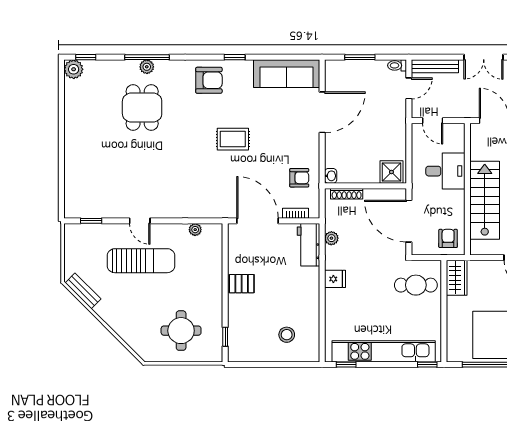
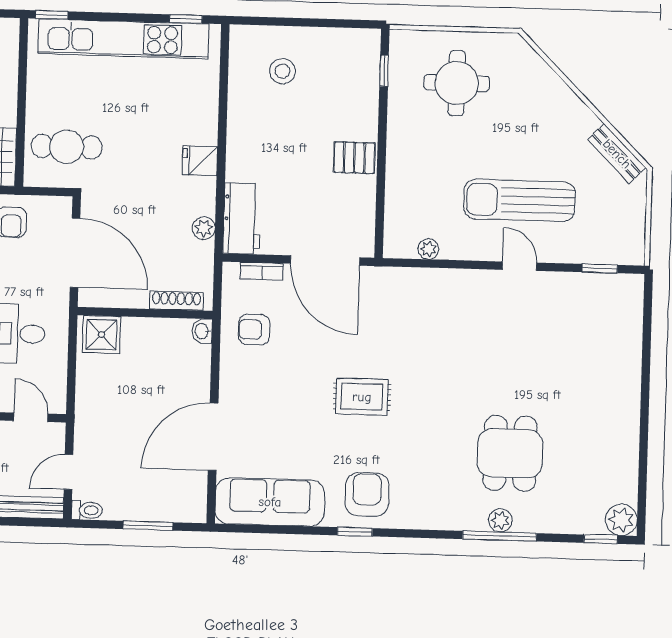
armchair: (209, 80) -> (367, 494), moved, turned 90

